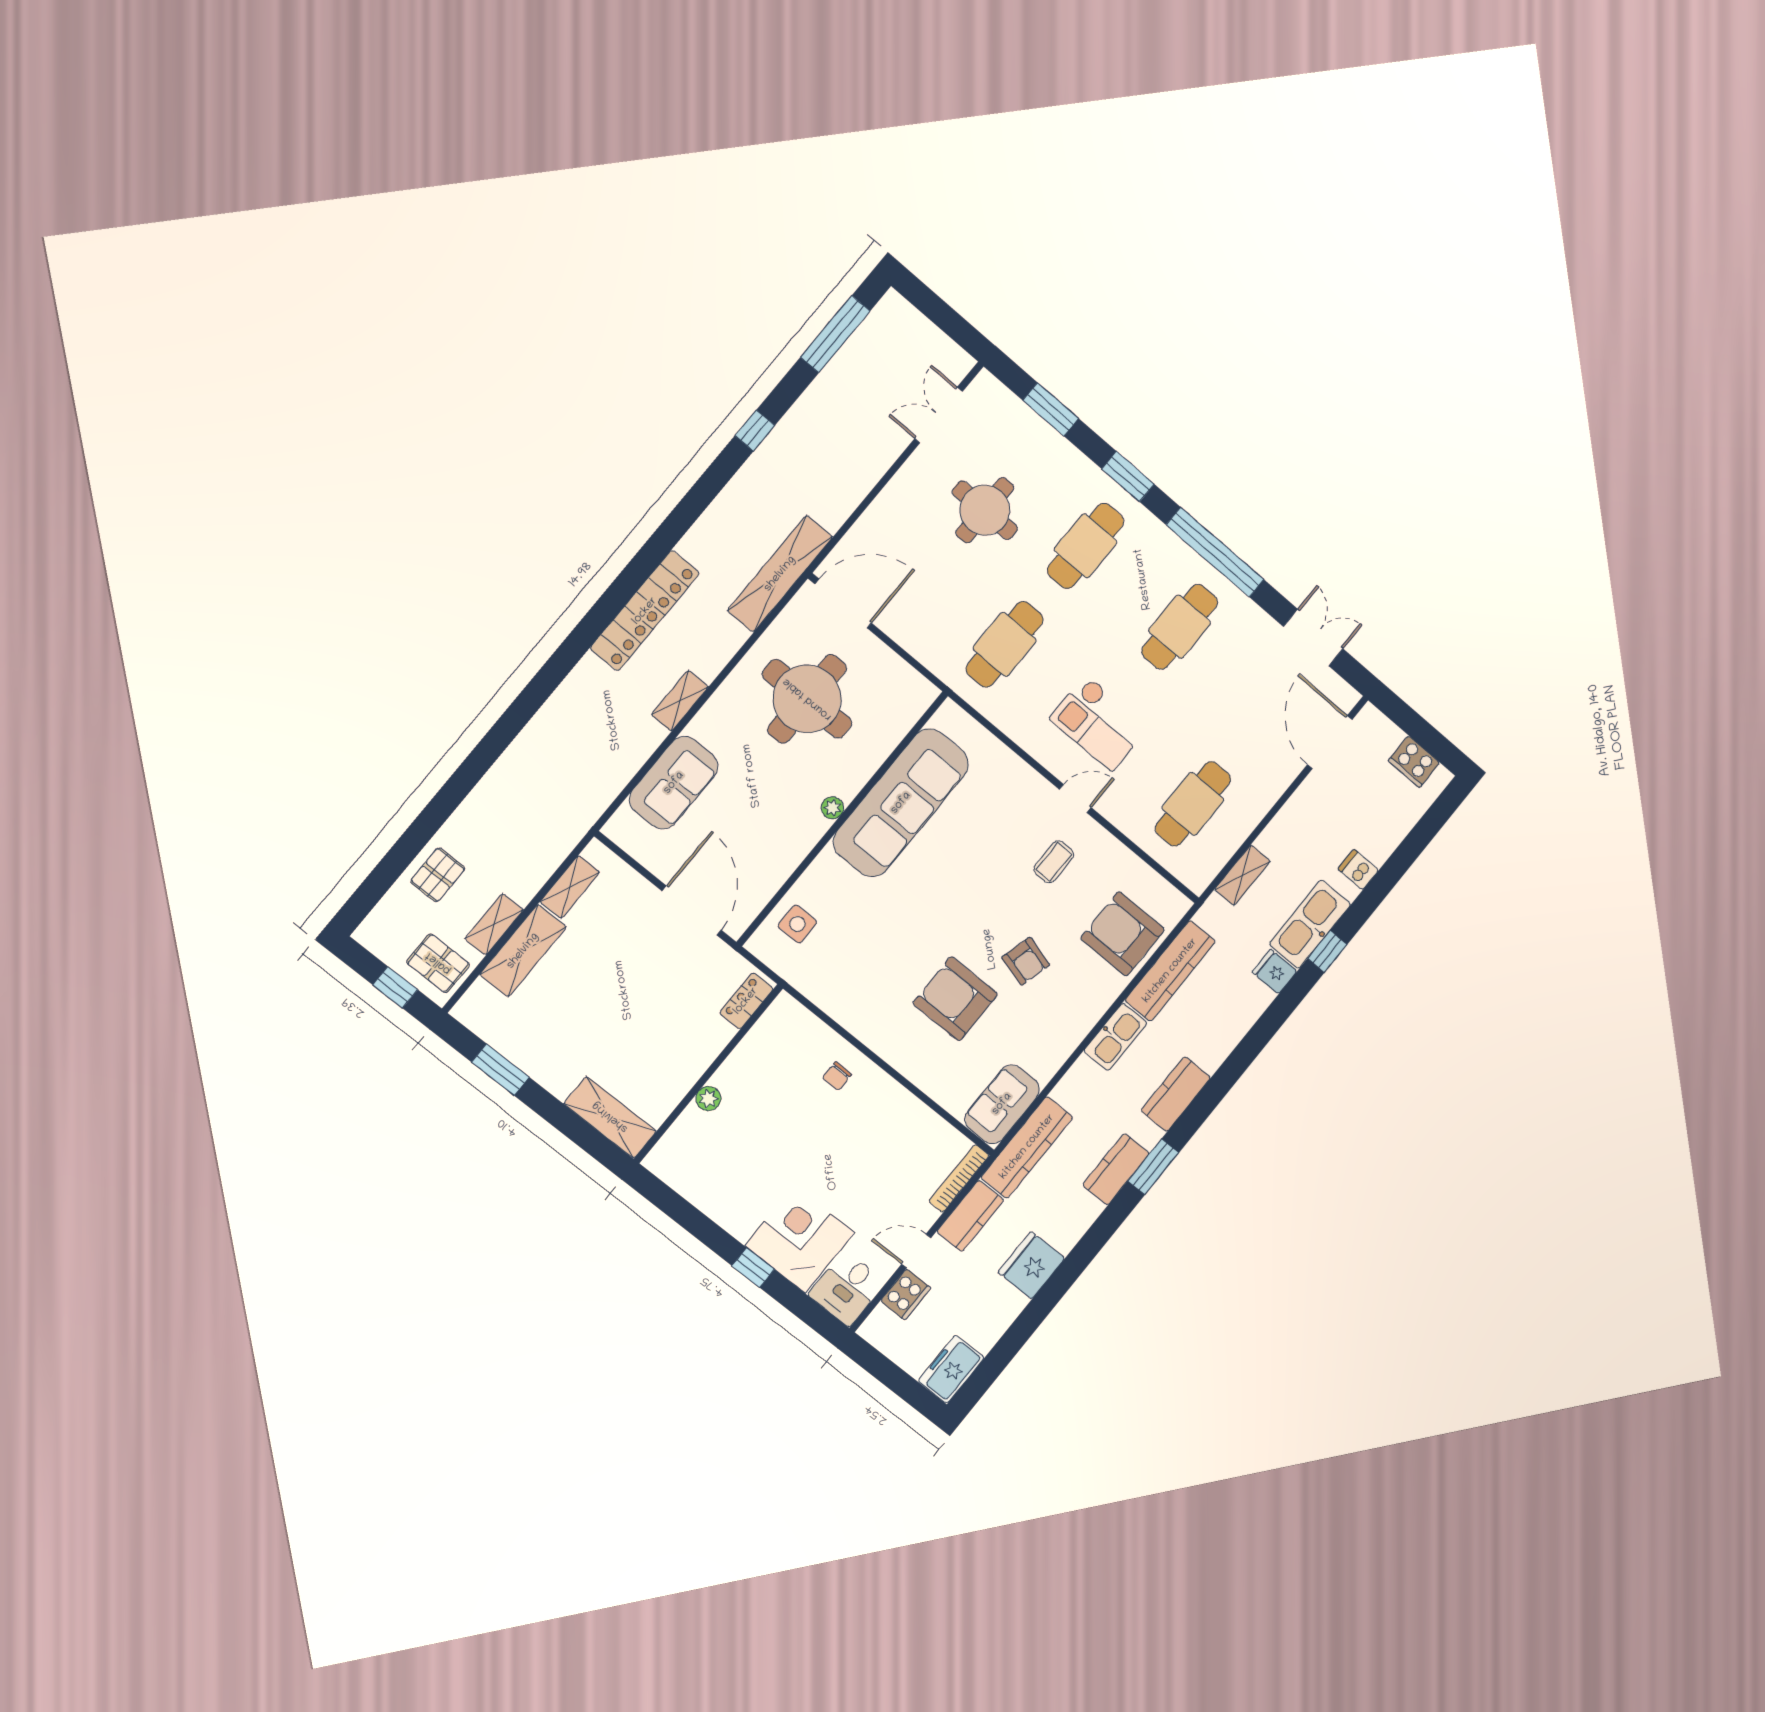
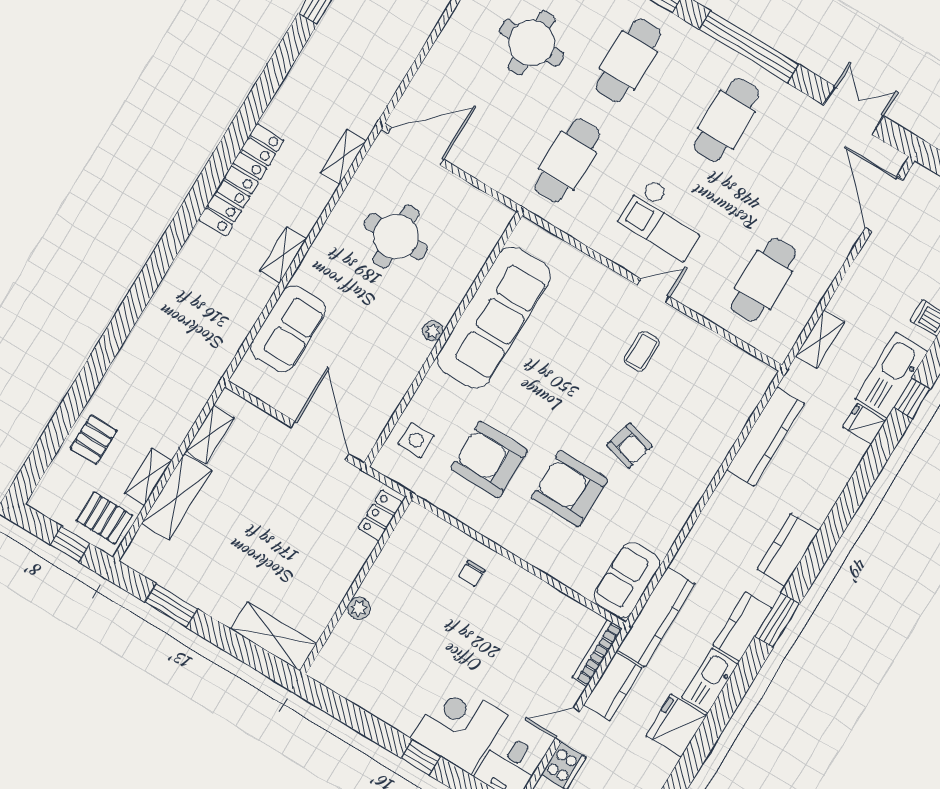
shelving: (780, 574) -> (343, 157), width x0.45, depth x0.75
round table: (807, 699) -> (396, 236), width x0.73, depth x0.73
armchair: (1123, 934) -> (489, 460), moved
kitchen sink: (1115, 1037) -> (710, 681), moved, turned 180

